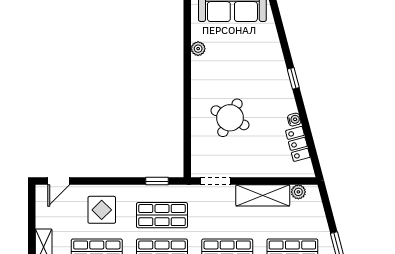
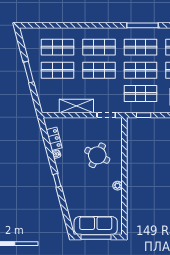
plant: (198, 49) -> (117, 186), moved
plant: (298, 192) -> (54, 108), removed

